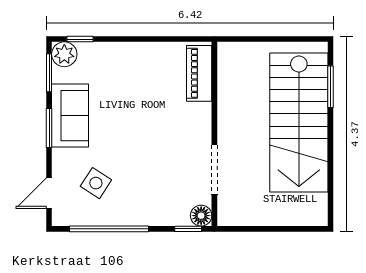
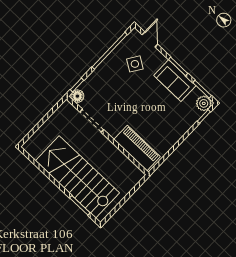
piano: (199, 73) -> (137, 148), width x1.37, depth x1.33

